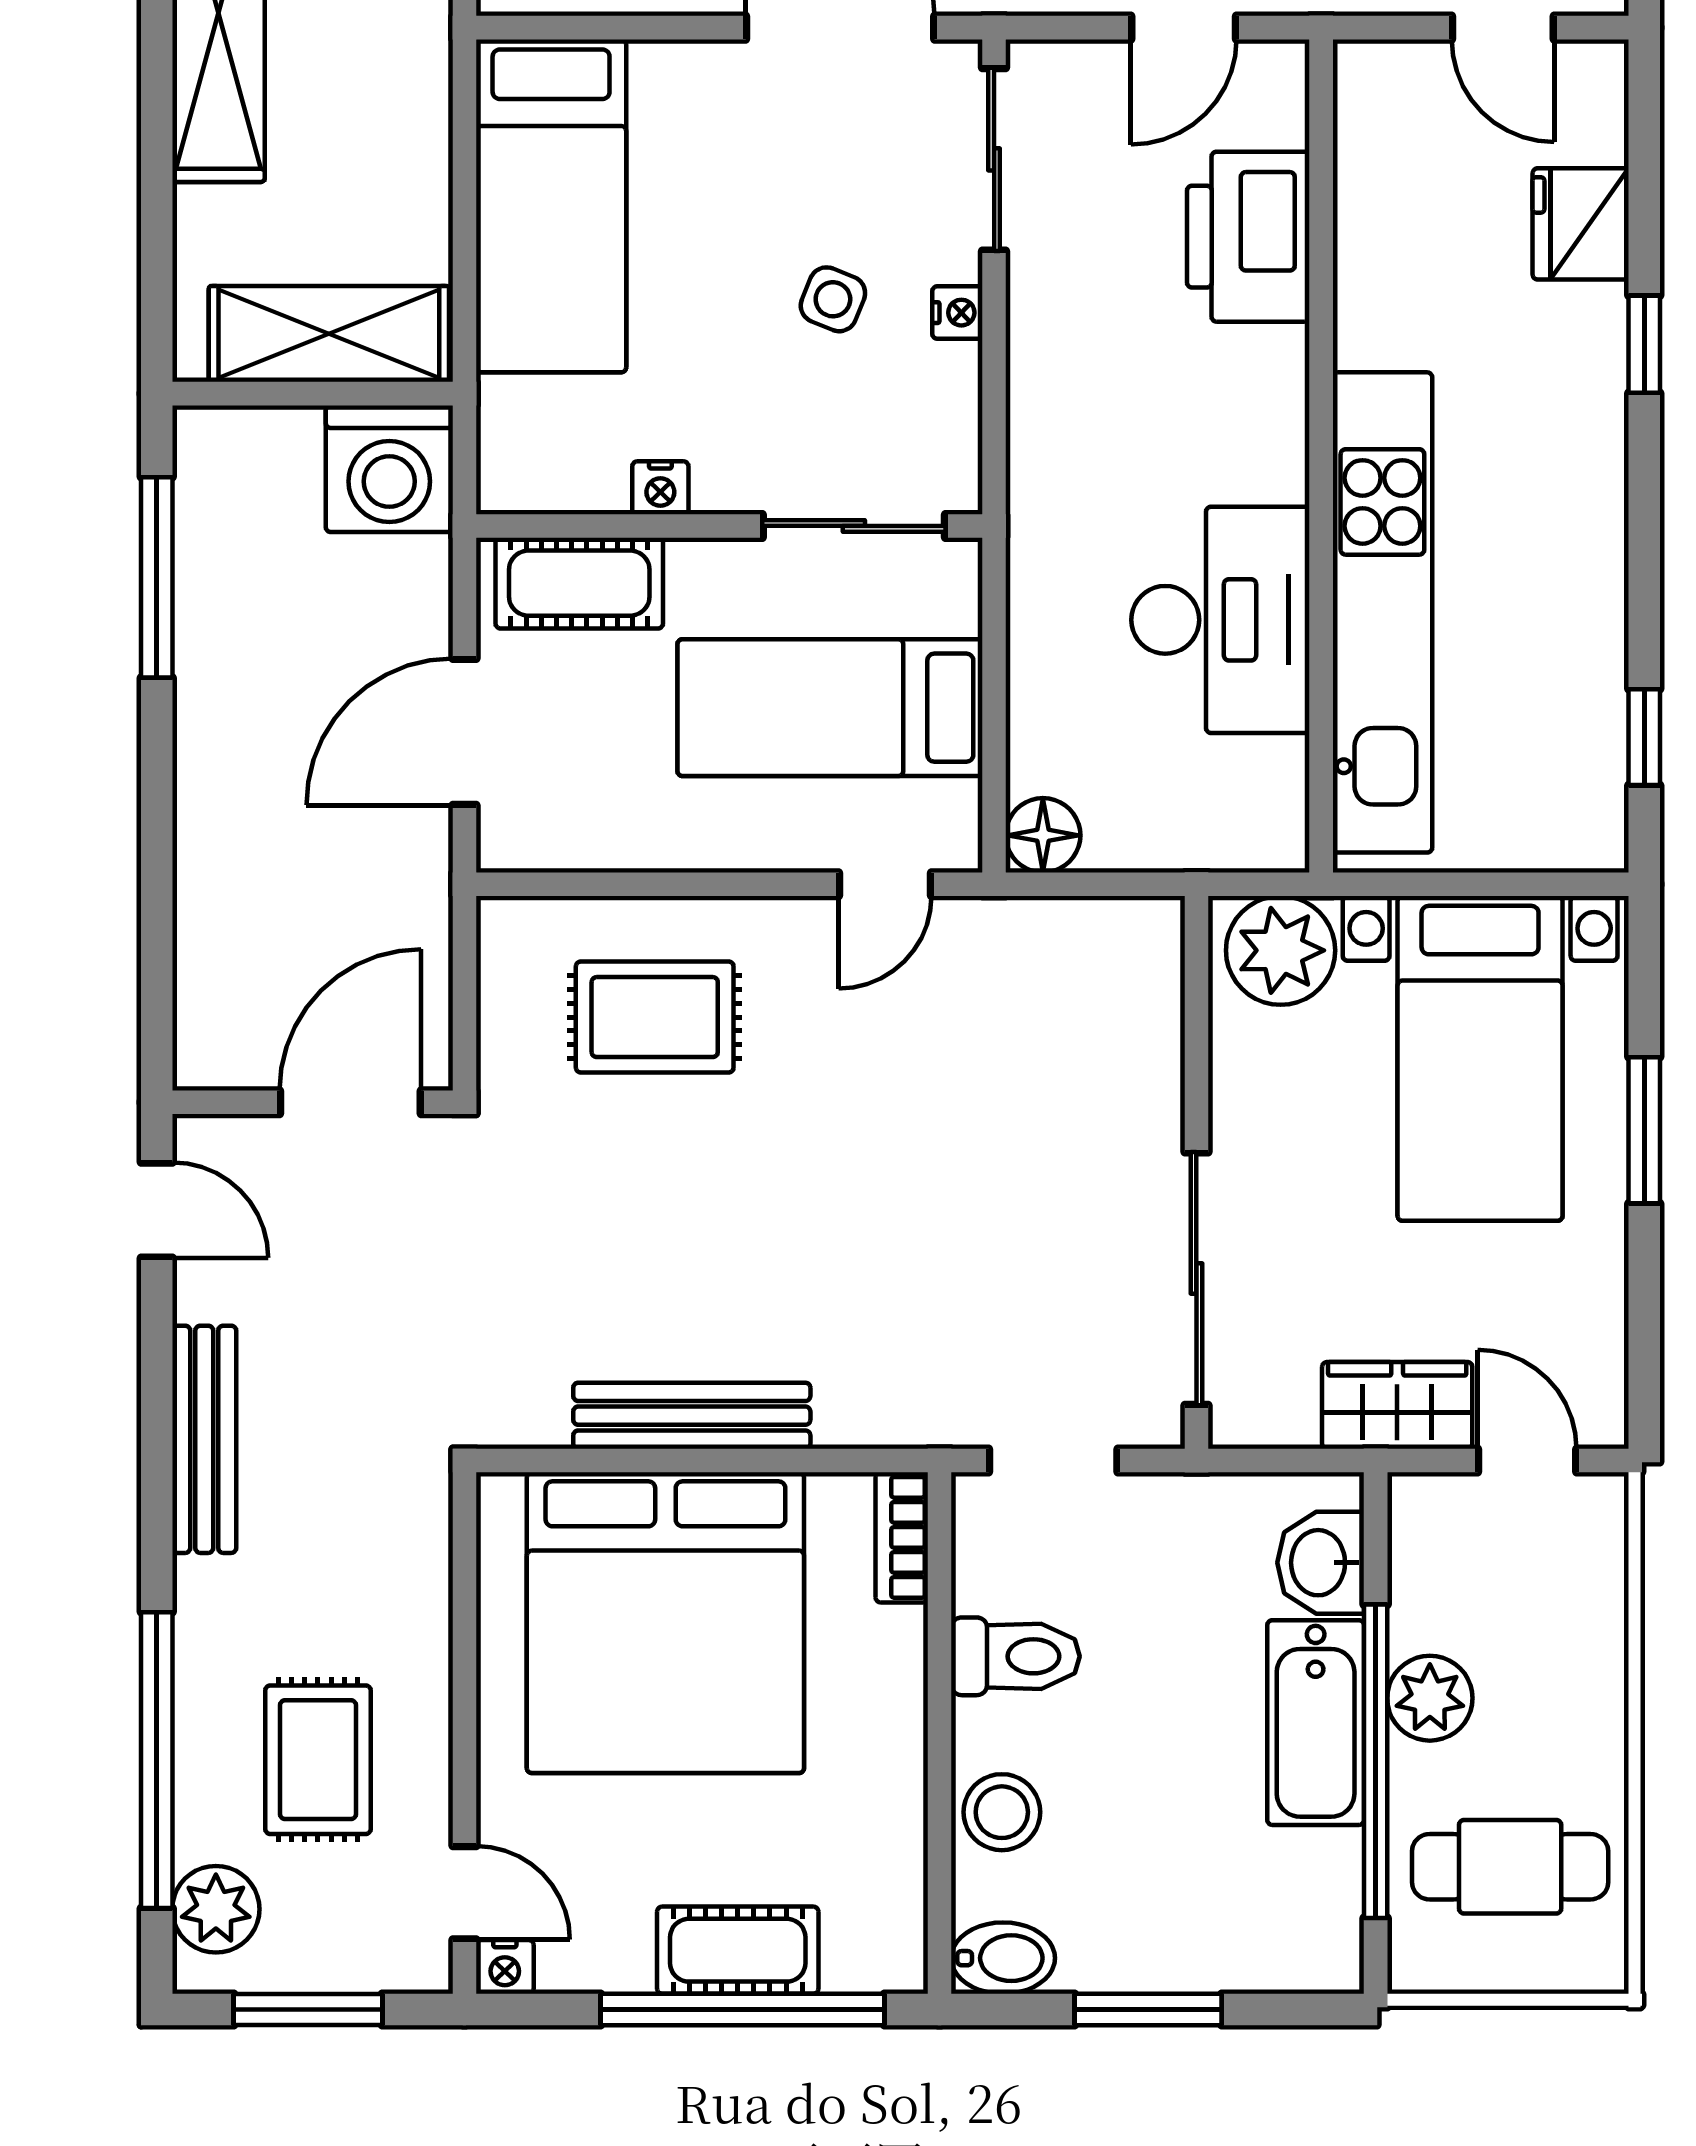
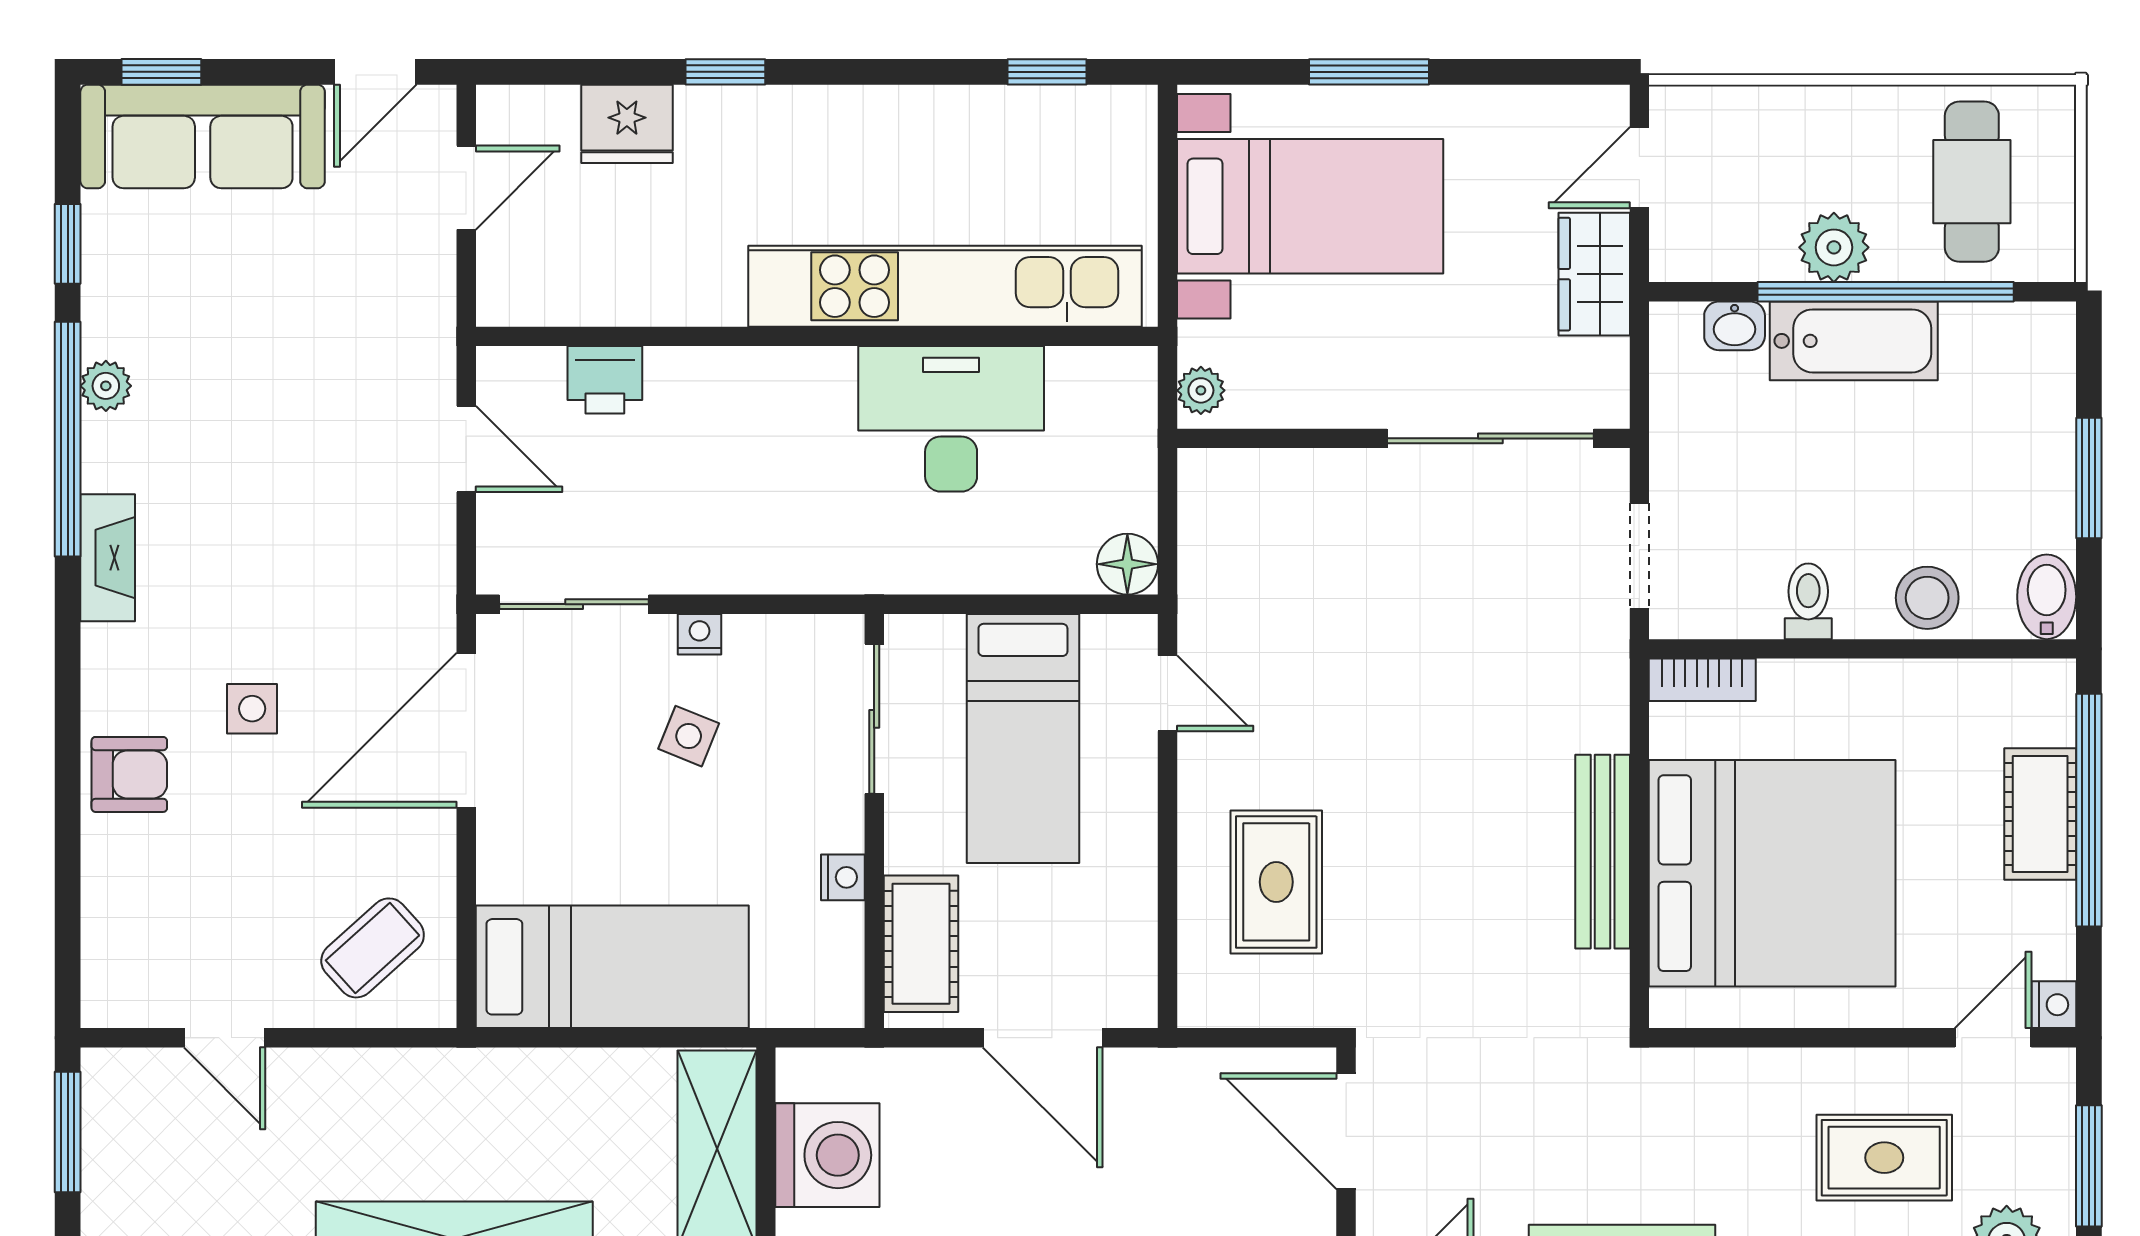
printer: (1248, 237) -> (605, 380), width x0.53, depth x0.68
washing machine: (389, 469) -> (827, 1155), moved
plant: (1281, 950) -> (1201, 390), width x0.53, depth x0.53
washbasin: (1321, 1563) -> (1735, 326), width x0.72, depth x0.69
toilet: (1015, 1656) -> (1808, 601), width x0.73, depth x0.72

